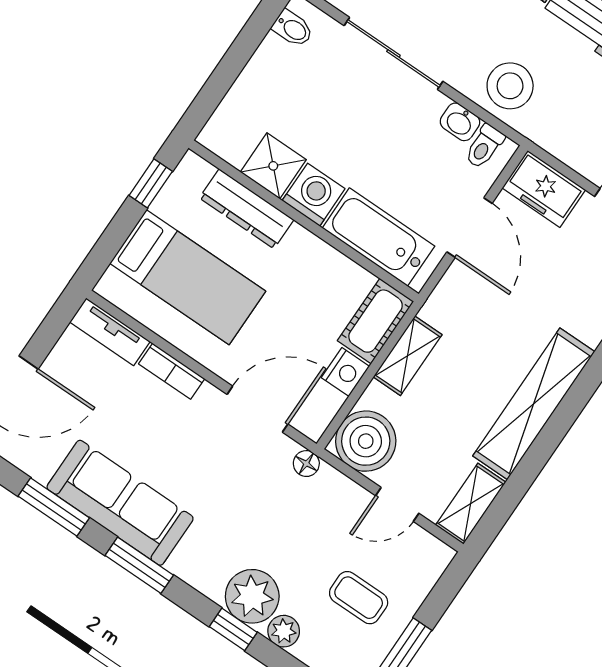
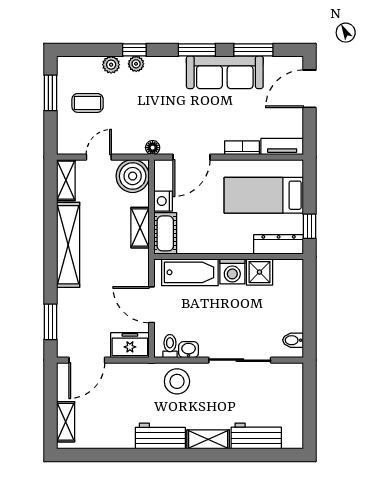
dresser: (247, 209) -> (279, 244), moved
plant: (252, 596) -> (136, 64), width x0.53, depth x0.53

